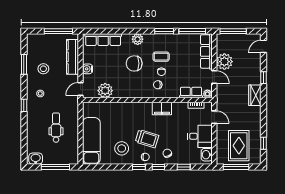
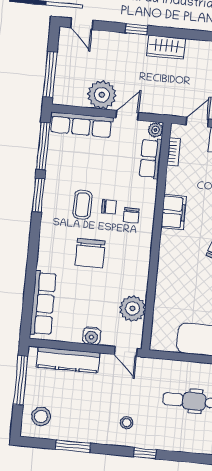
plant: (138, 39) -> (48, 243), removed
stool: (43, 69) -> (41, 416), moved

